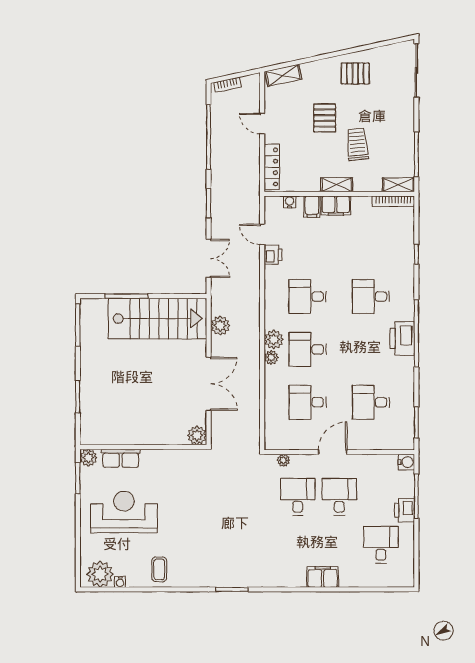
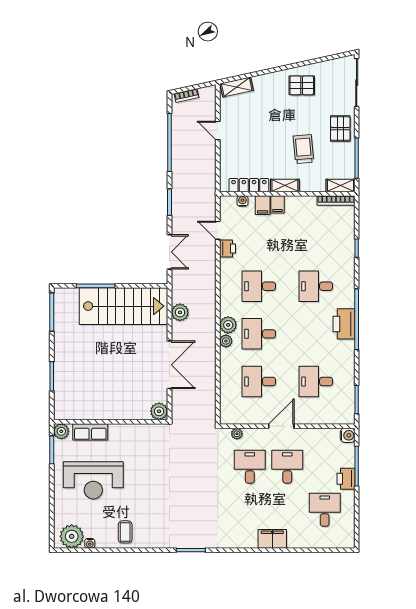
pallet: (325, 118) -> (340, 129), moved
locker: (272, 167) -> (249, 185), moved, turned -90
filing cabinet: (336, 206) -> (278, 204), width x0.50
reception desk: (124, 512) -> (93, 480), turned 180

